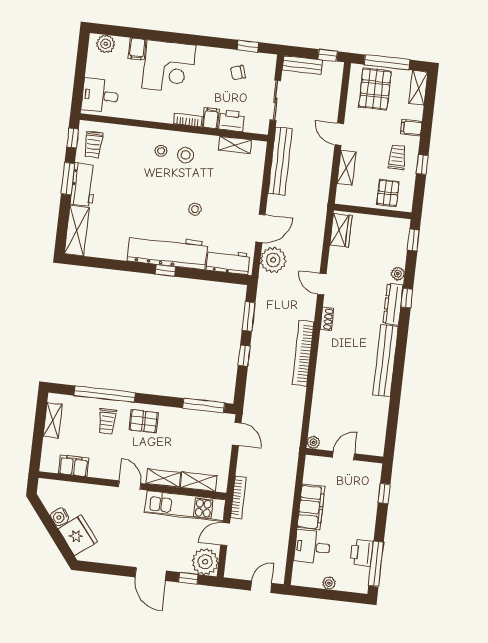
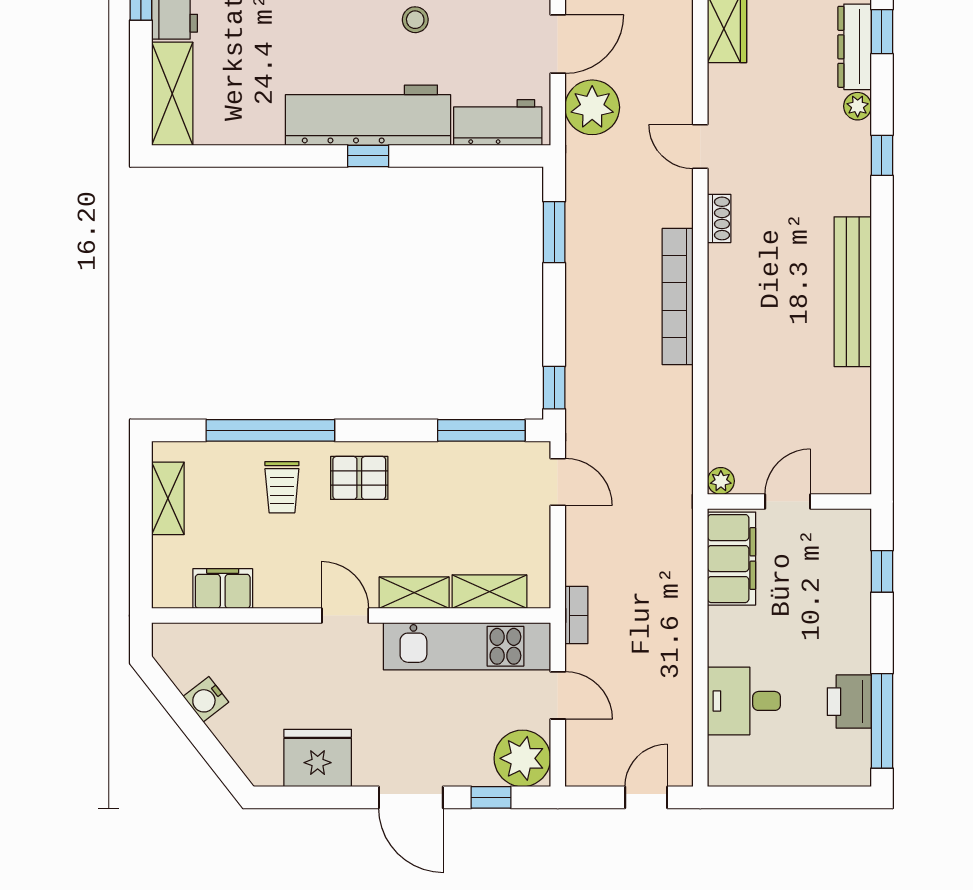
dresser: (393, 304) -> (855, 47), moved
window: (244, 356) -> (554, 388), moved
bookcase: (238, 497) -> (576, 615), width x0.64
filing cabinet: (311, 507) -> (732, 559), moved
door: (225, 534) -> (558, 695), swing flipped
fridge: (78, 535) -> (318, 758), moved, turned -52
plant: (329, 583) -> (788, 773), removed

